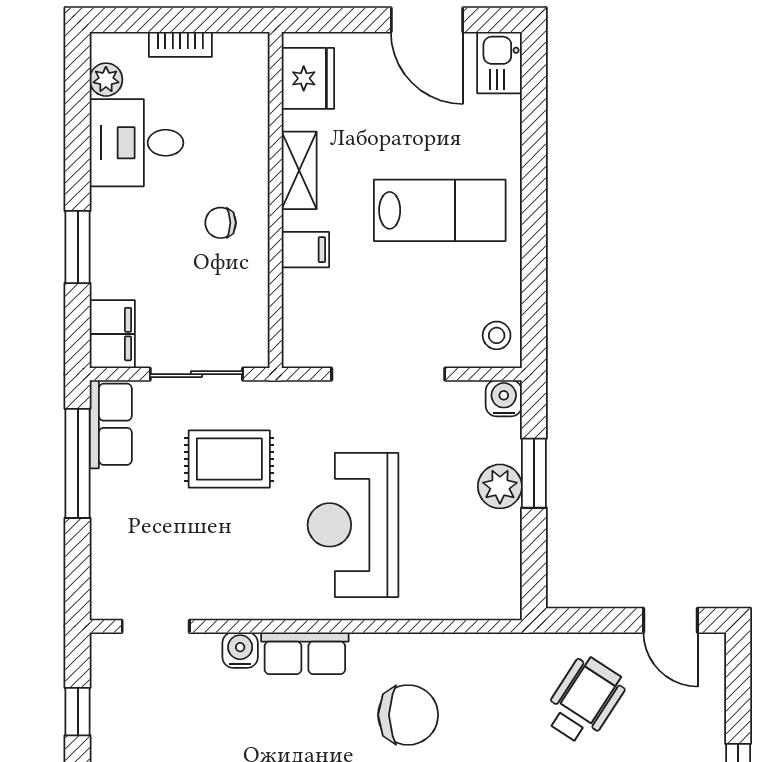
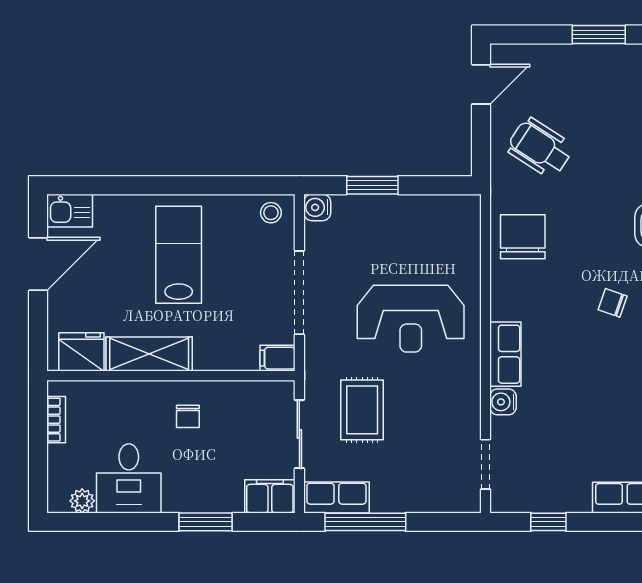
bookcase: (180, 44) -> (56, 420), moved
shelving: (299, 170) -> (149, 354), width x1.50, depth x1.33
filing cabinet: (305, 250) -> (278, 358), moved, turned -90
plant: (500, 486) -> (382, 210), removed
chair: (408, 715) -> (523, 237), moved

